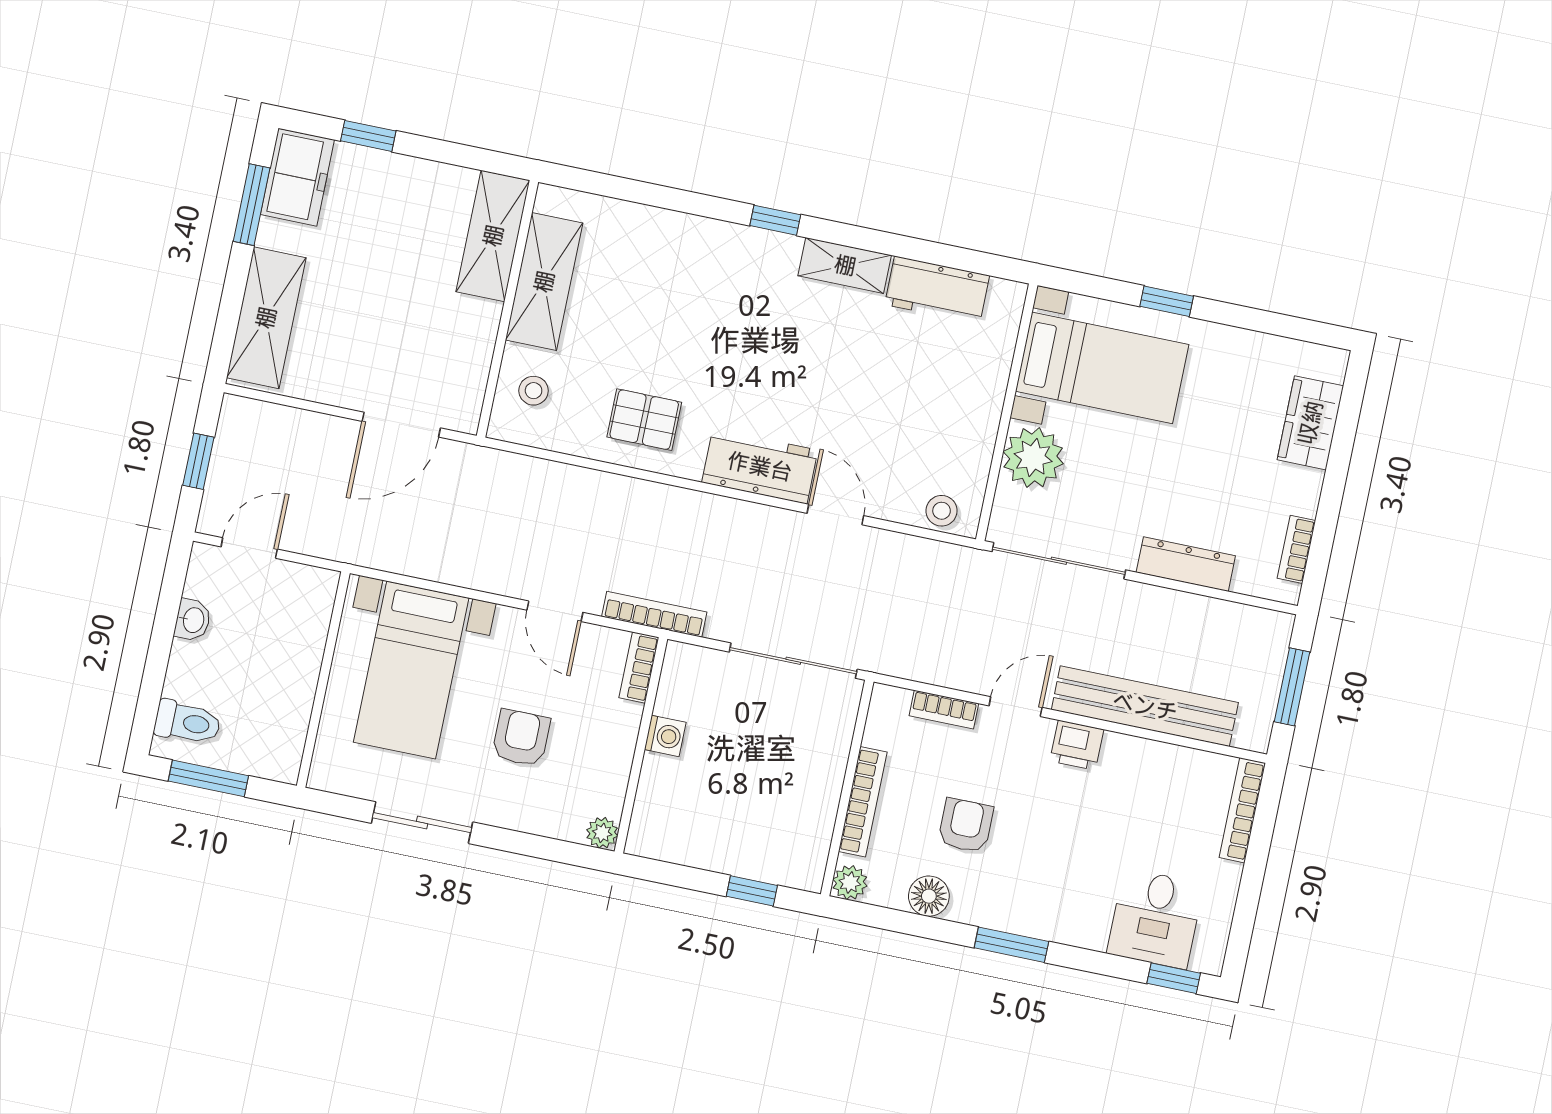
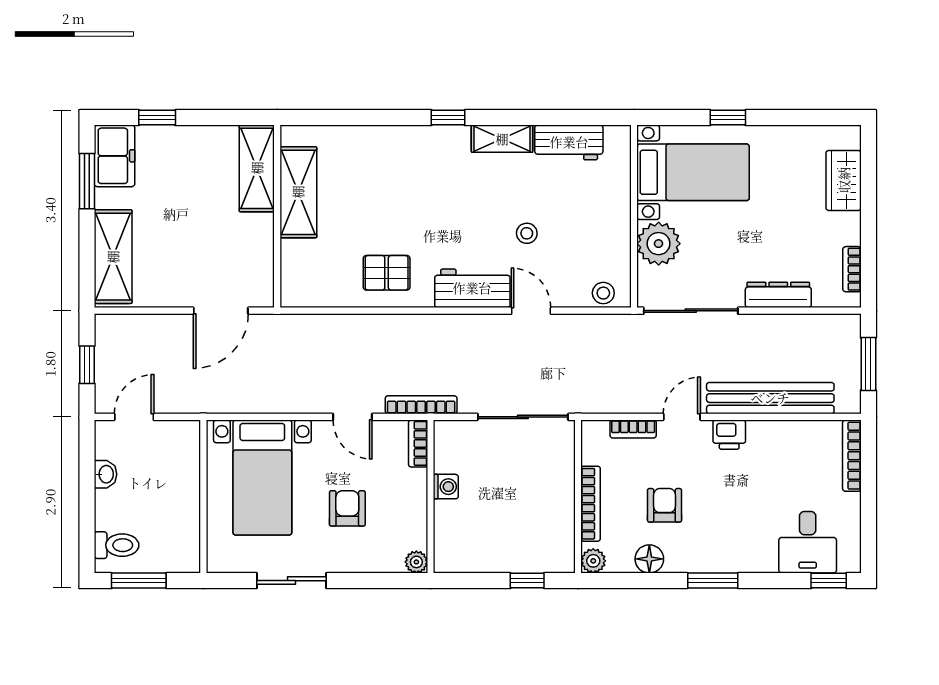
stool: (534, 391) -> (527, 233), moved

